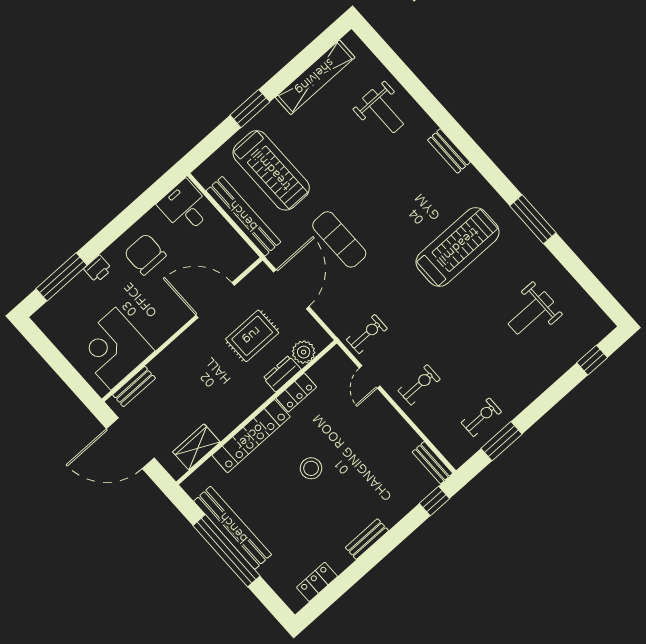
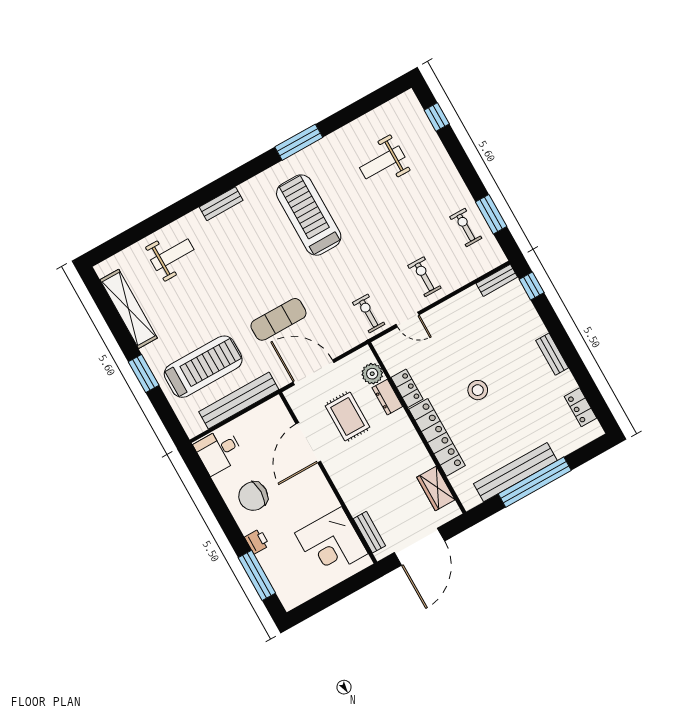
weight bench: (531, 313) -> (382, 162), turned 90

